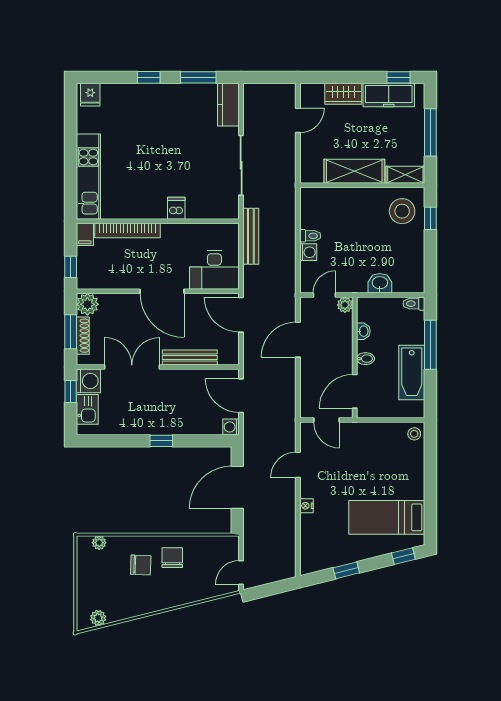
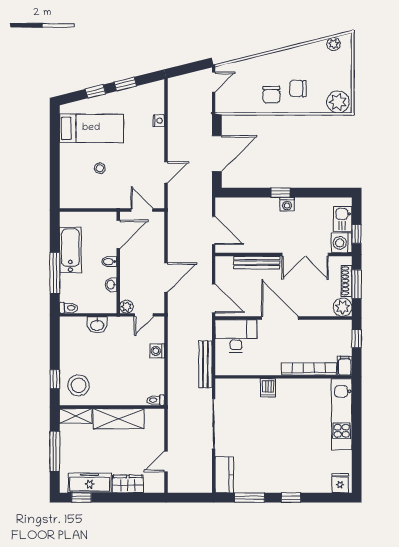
toilet: (310, 236) -> (156, 400), moved
washing machine: (231, 427) -> (287, 204), moved, turned 90
stool: (414, 434) -> (100, 168), moved
nightstand: (306, 506) -> (159, 121), moved
plant: (99, 543) -> (338, 102), width x1.87, depth x1.87
window: (403, 556) -> (96, 91), moved

